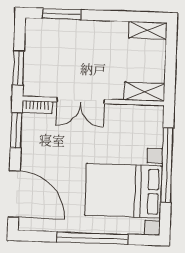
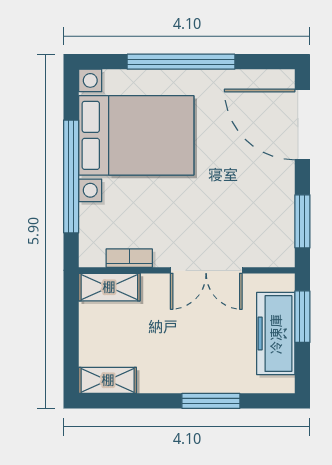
window: (62, 14) -> (211, 401), moved
freezer: (36, 57) -> (276, 334), added
double door: (80, 101) -> (206, 270), swing flipped
bookcase: (37, 107) -> (129, 258), moved

